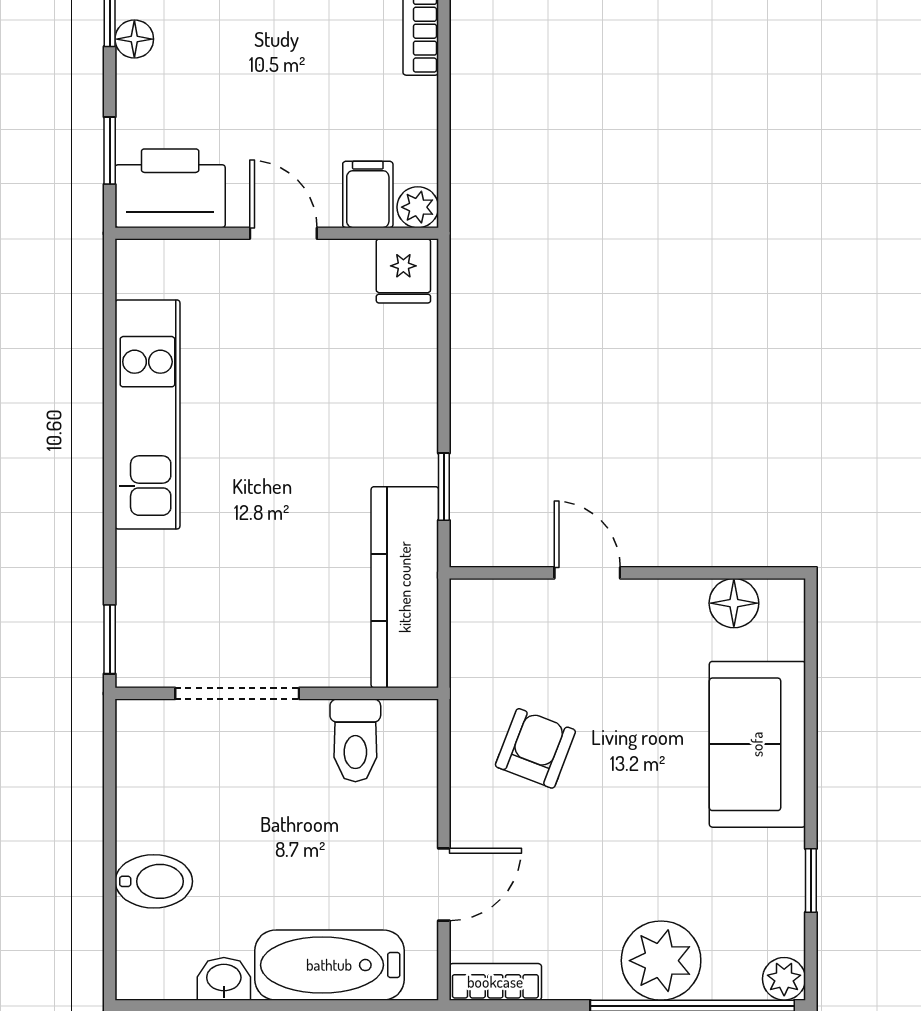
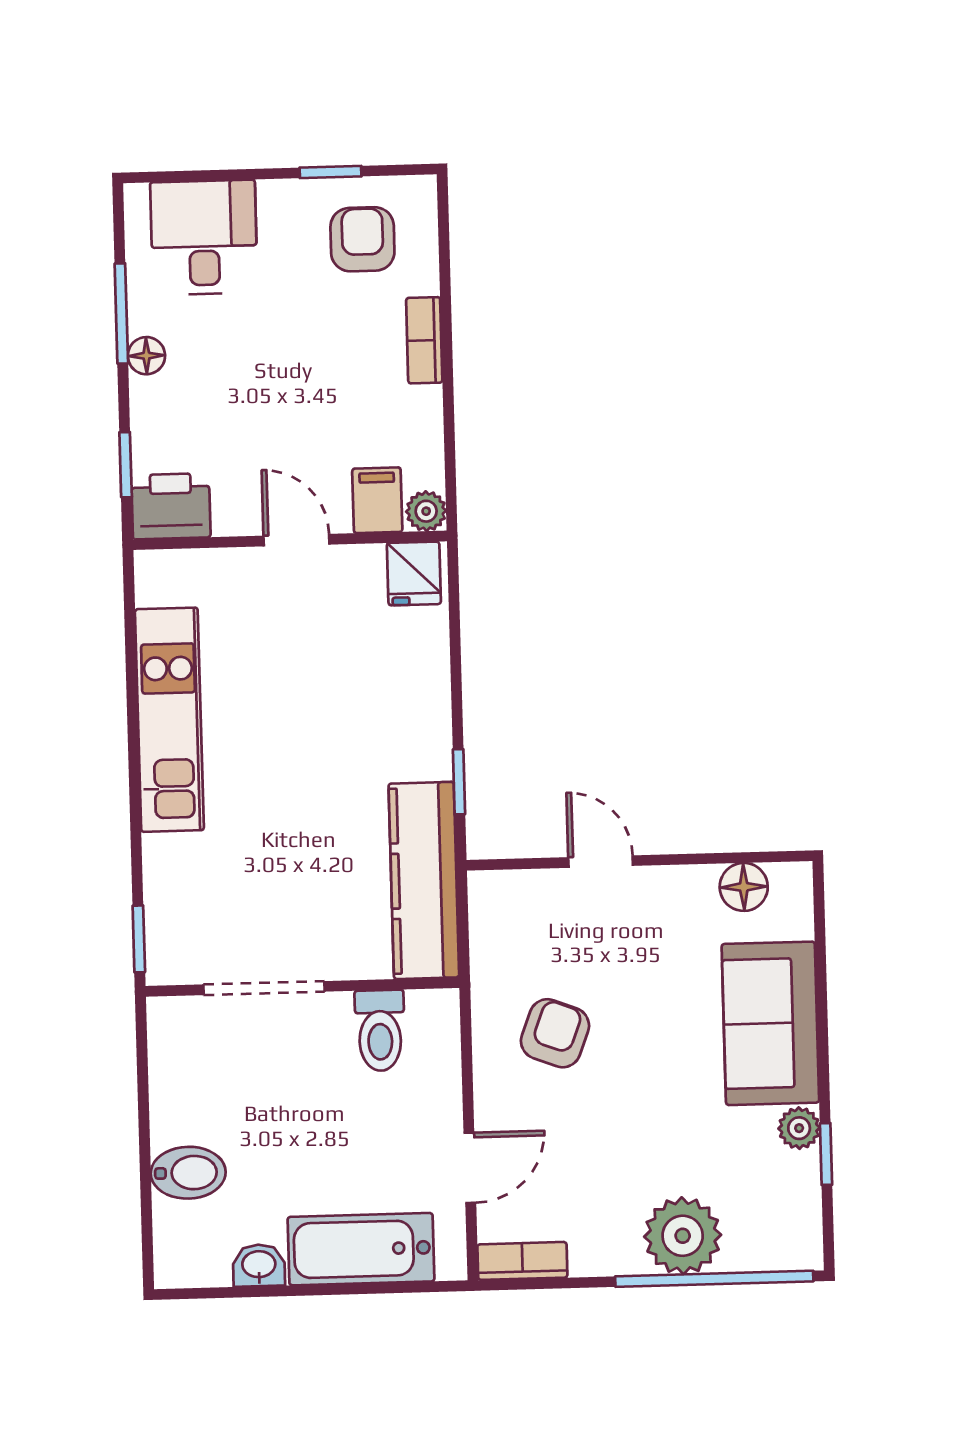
printer: (170, 188) -> (171, 506), width x0.73, depth x0.84
plant: (784, 979) -> (799, 1128), moved

